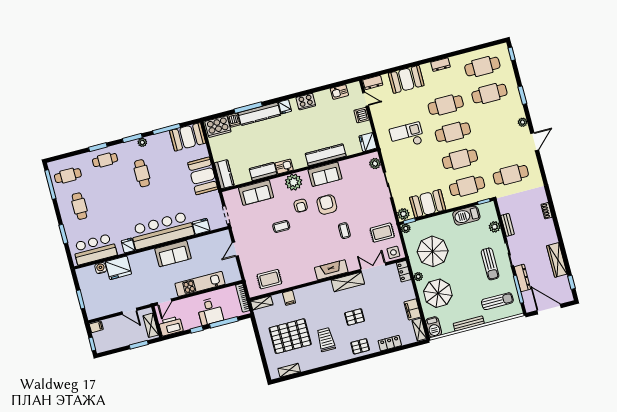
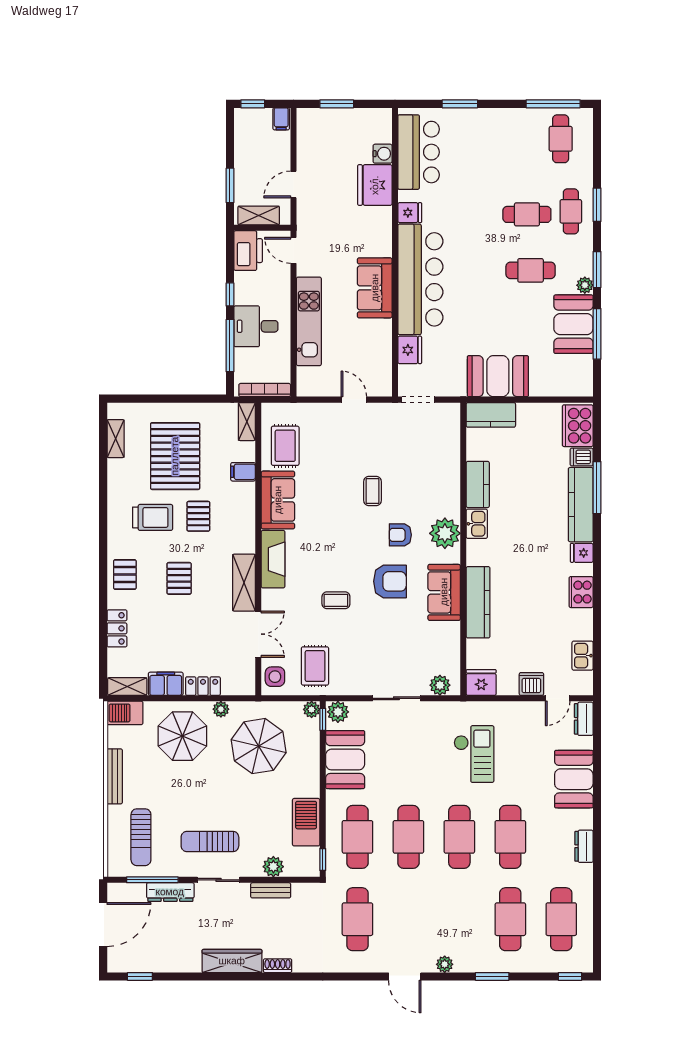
booth: (188, 137) -> (573, 324), moved
sofa: (256, 193) -> (278, 500), moved, turned 180
cafe table: (79, 206) -> (527, 214), moved
wardrobe: (557, 260) -> (232, 961), moved
locker: (404, 271) -> (203, 686), moved
pallet: (319, 315) -> (198, 516), added

